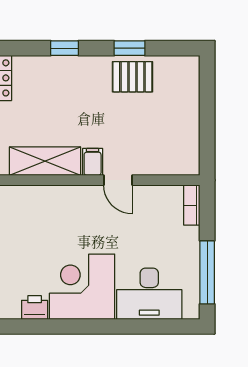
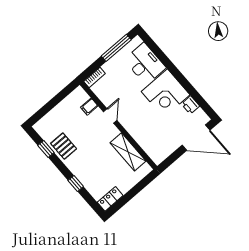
window: (130, 48) -> (46, 149), moved
filing cabinet: (93, 162) -> (89, 107), moved

